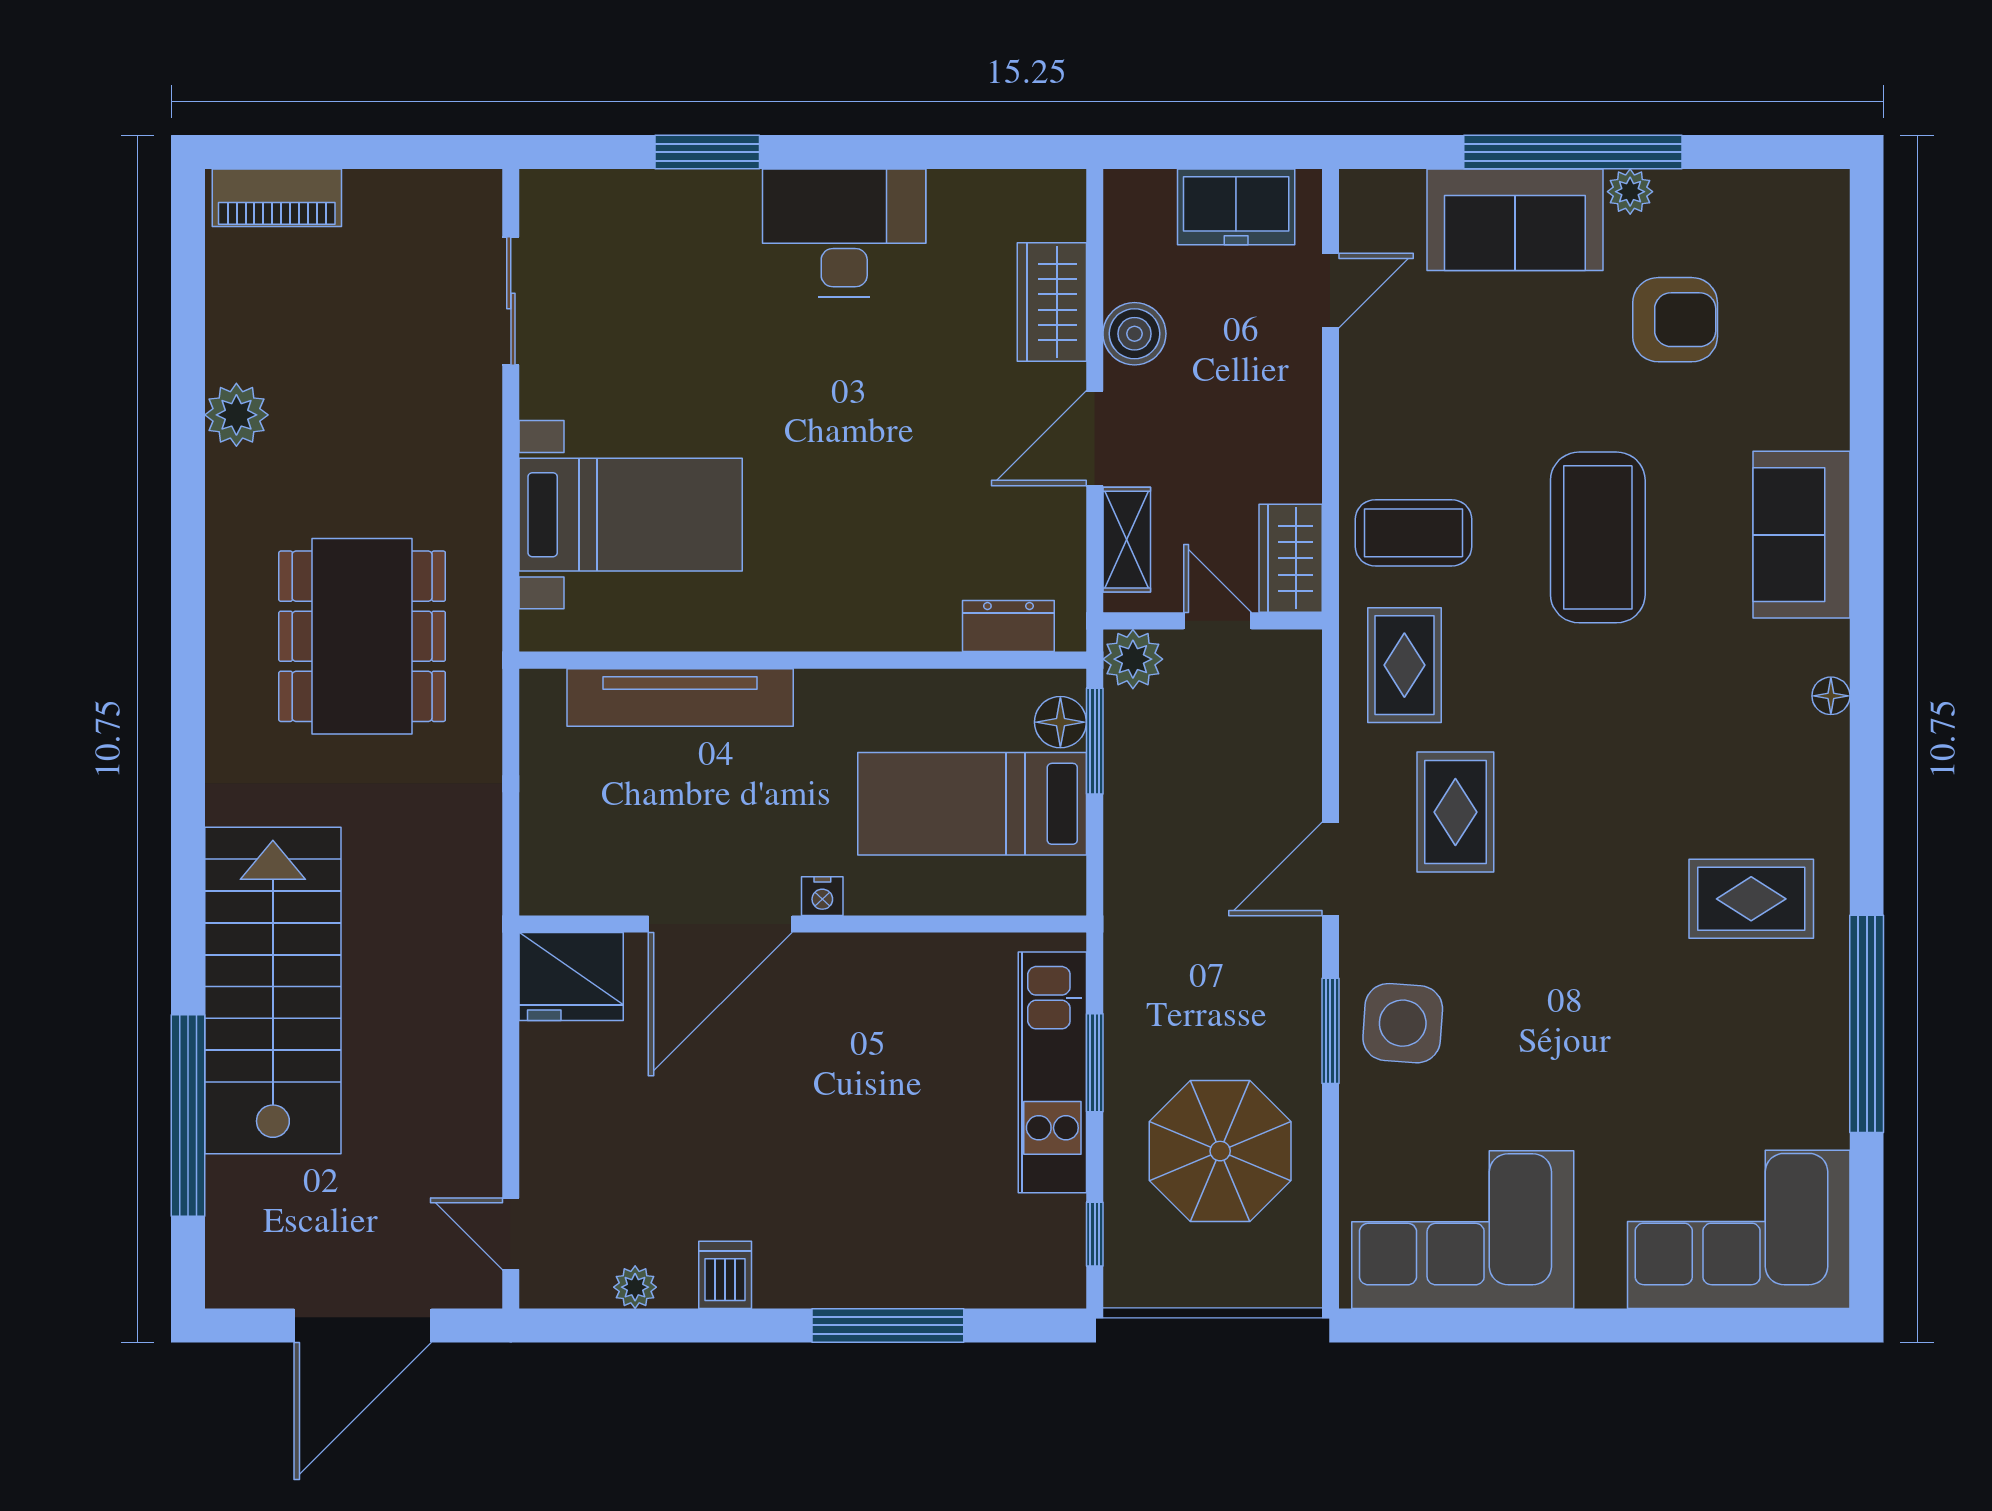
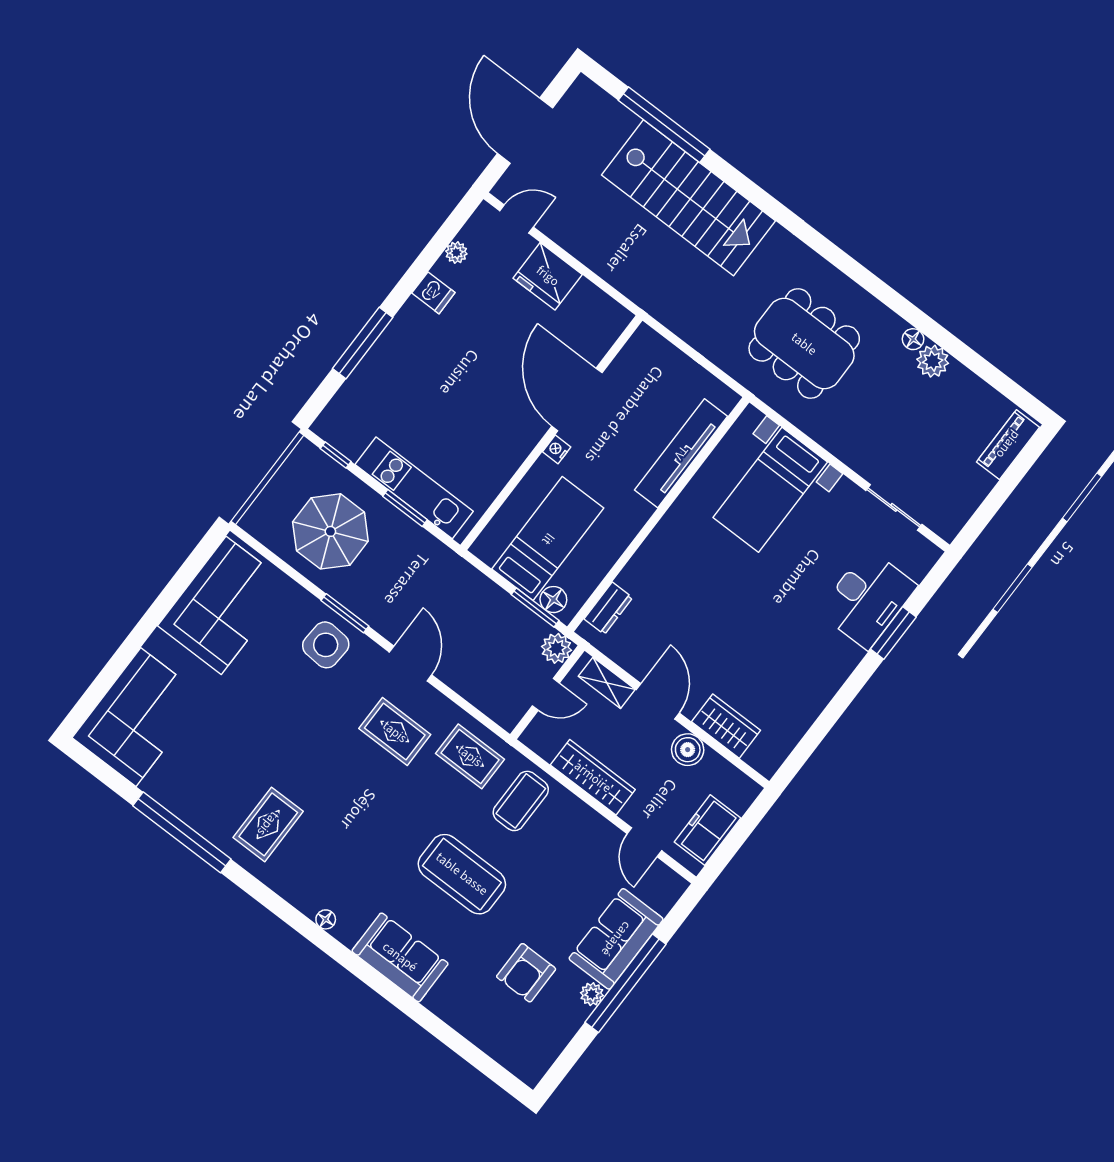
desk: (844, 233) -> (868, 599), moved
floor lamp: (226, 472) -> (913, 339), added
wardrobe: (1291, 558) -> (593, 777), moved, width x1.50
fridge: (571, 977) -> (548, 276), moved, turned -90

